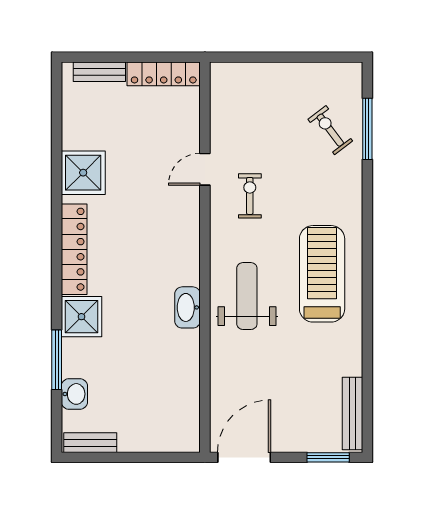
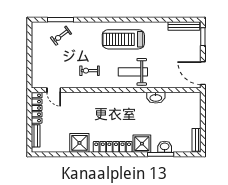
door: (205, 169) -> (54, 90), moved
washbasin: (188, 307) -> (156, 98), moved
washbasin: (74, 394) -> (165, 147), moved

